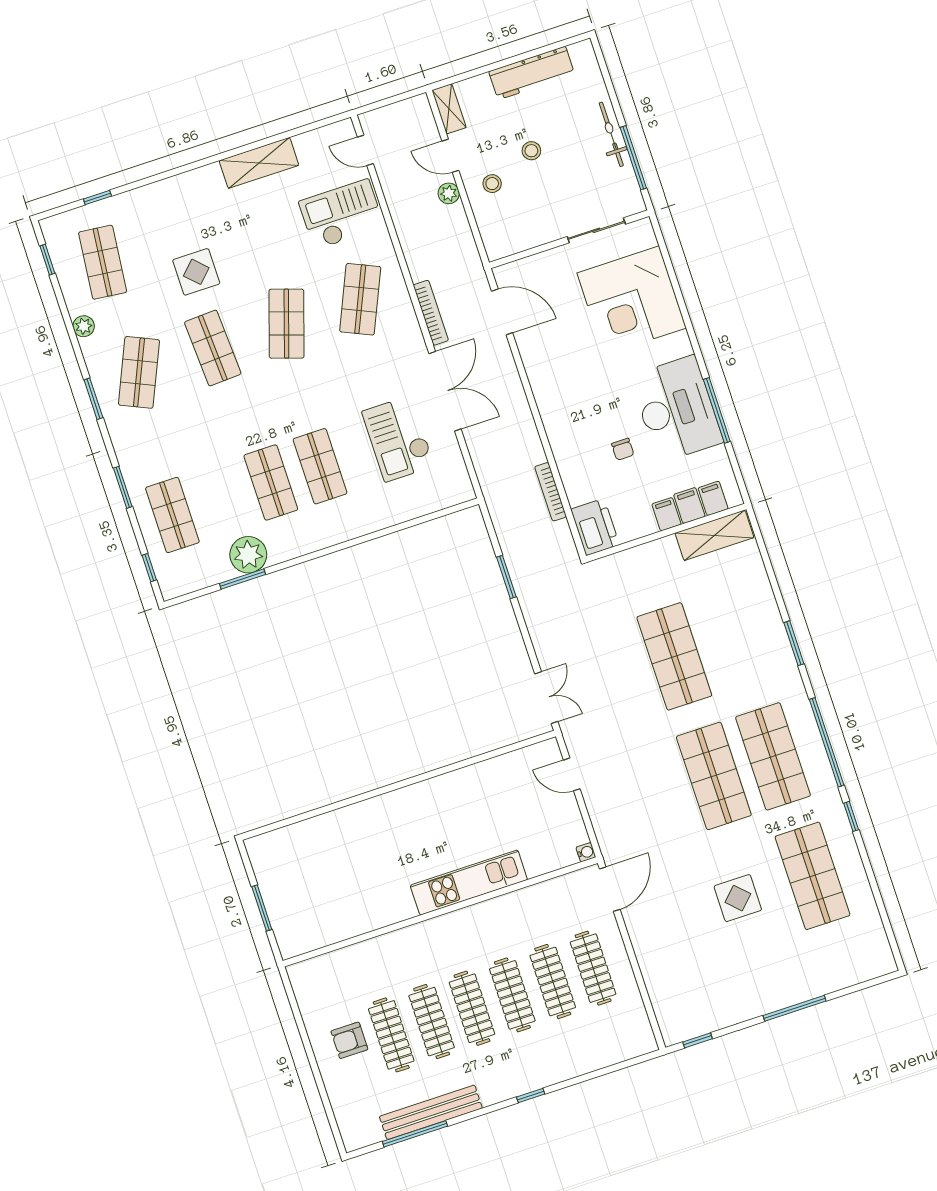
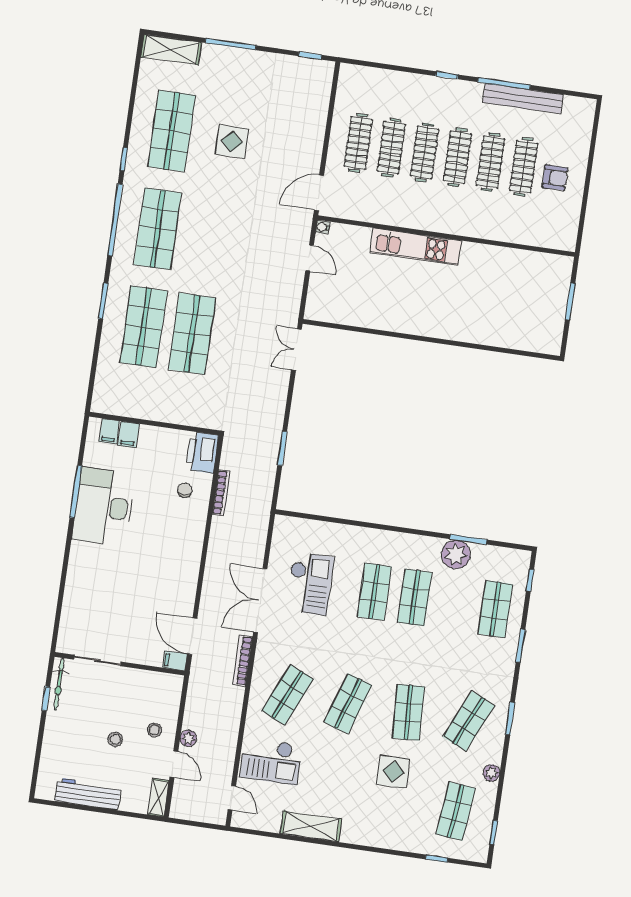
bicycle: (611, 134) -> (59, 684), moved
window: (633, 158) -> (46, 699), width x0.46
corner desk: (632, 300) -> (97, 599), removed
chair: (623, 449) -> (185, 490), moved
filing cabinet: (666, 514) -> (175, 661), moved, turned 90
shelving: (714, 535) -> (171, 50), moved
door: (572, 774) -> (310, 258), moved
shop shelf: (714, 776) -> (144, 327), moved
window: (415, 1134) -> (504, 83), moved

